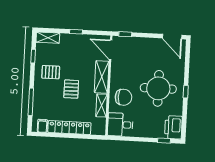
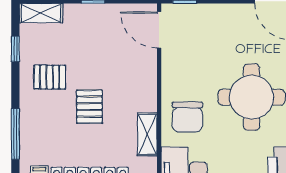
shelving: (102, 77) -> (145, 81), removed
chair: (123, 97) -> (187, 117), turned 90

